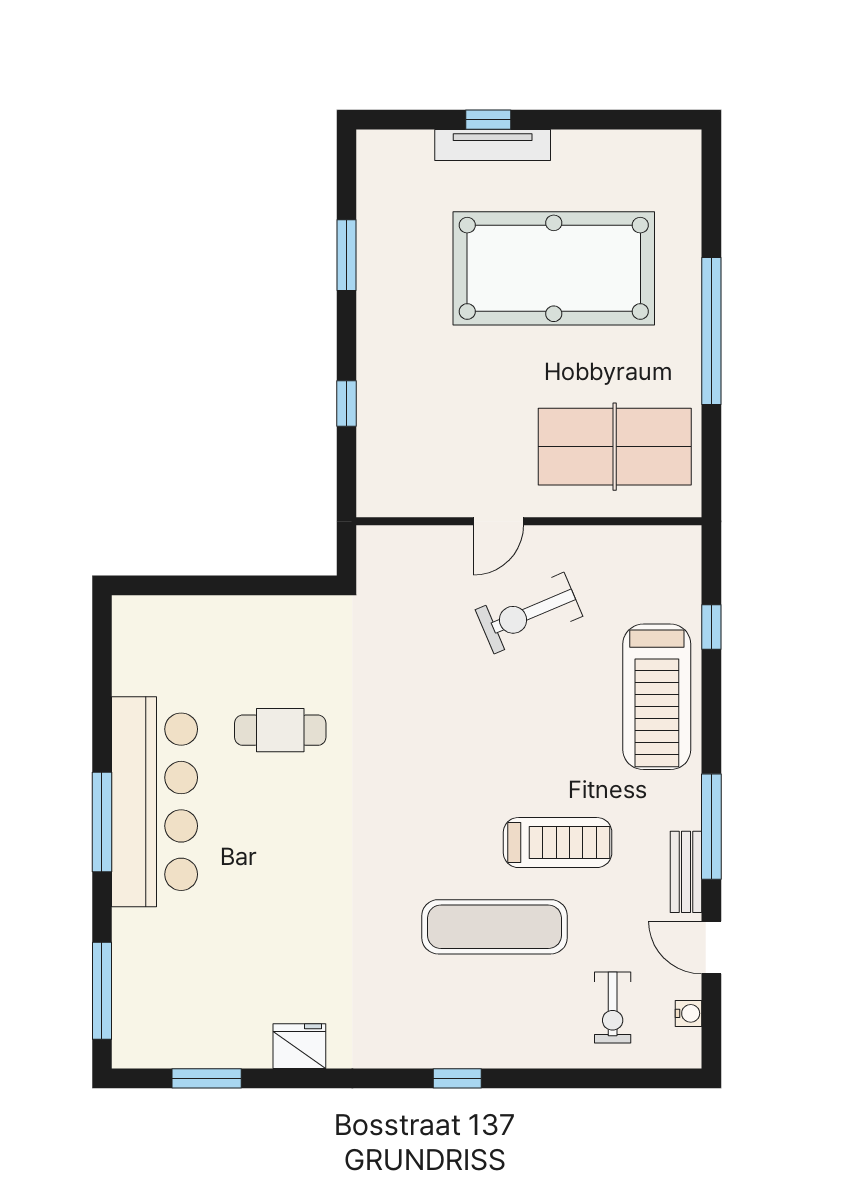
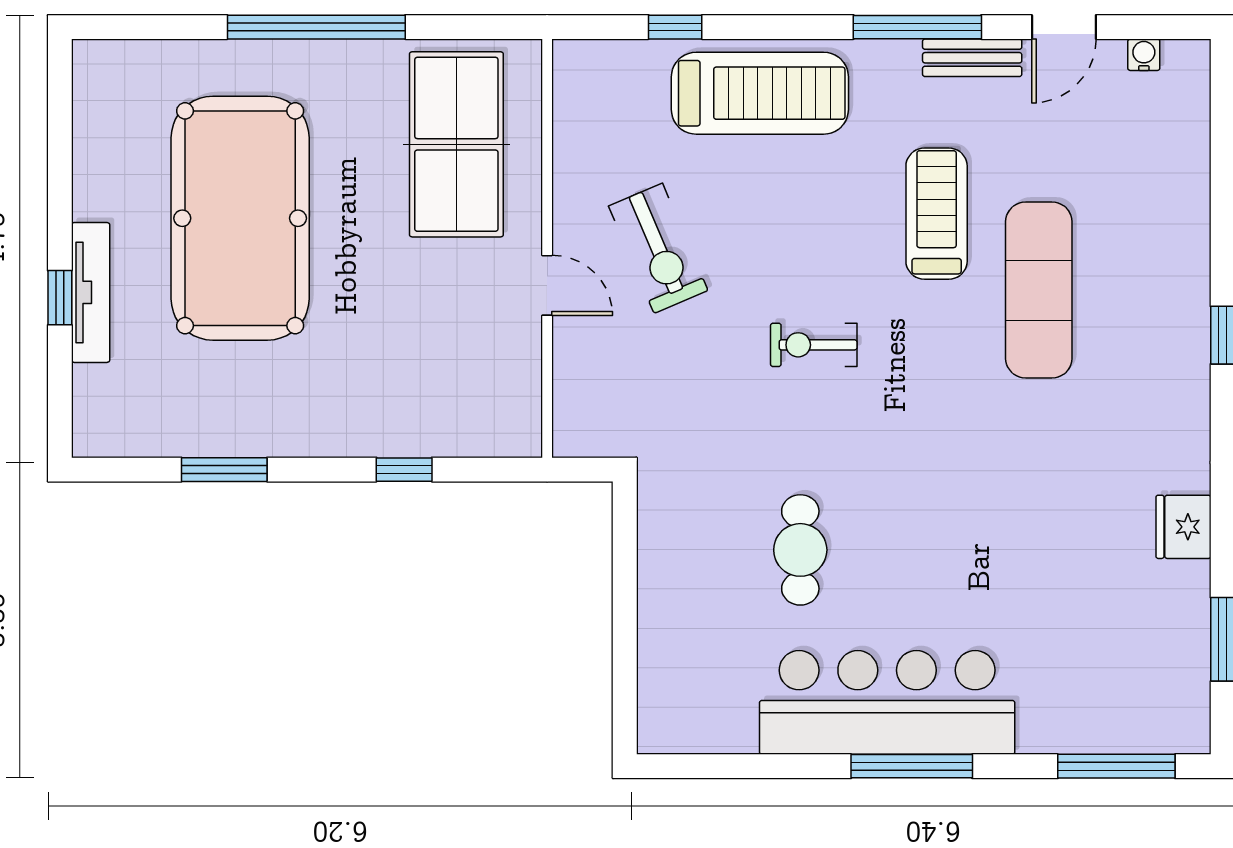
exercise bike: (613, 1007) -> (814, 345), moved, turned 180

